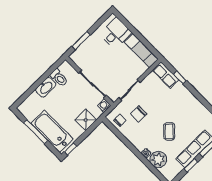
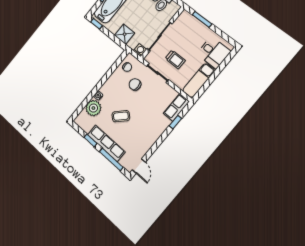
trolley: (118, 71) -> (175, 59), added

